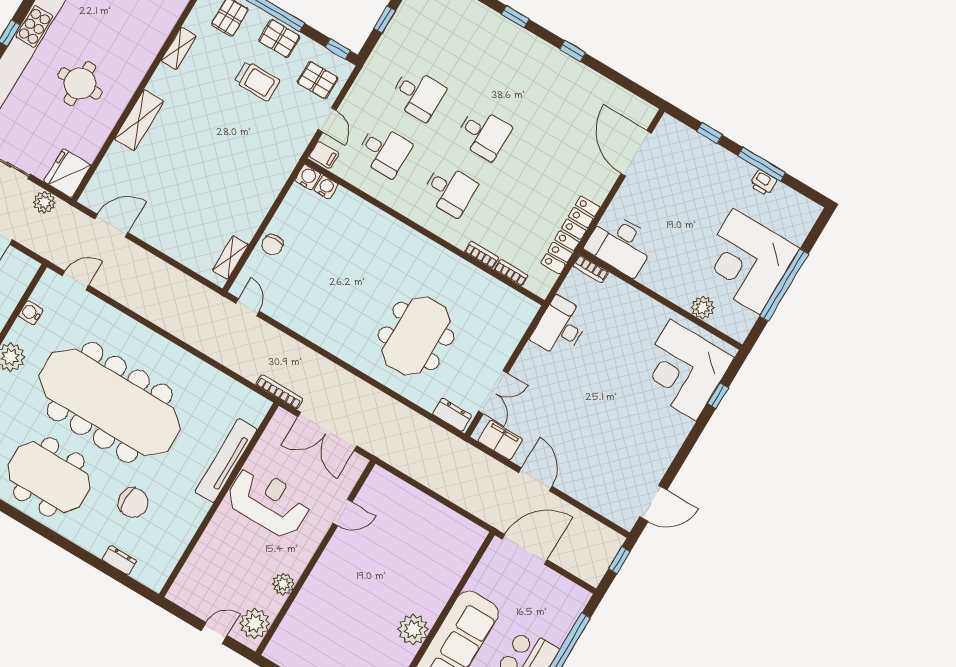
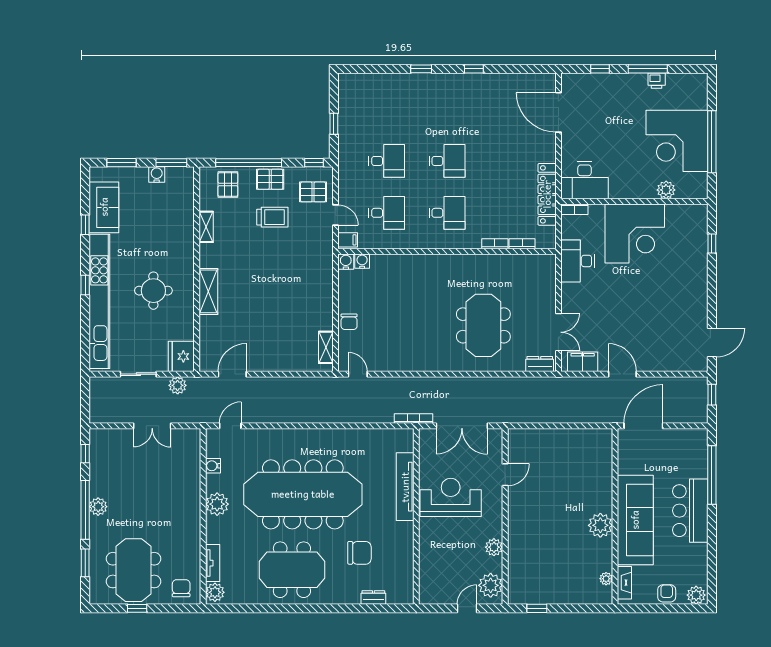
corner desk: (683, 370) -> (635, 233), moved, turned -90

